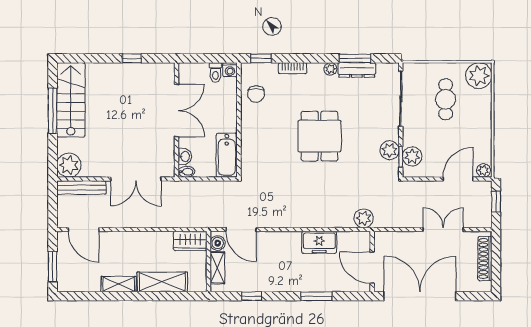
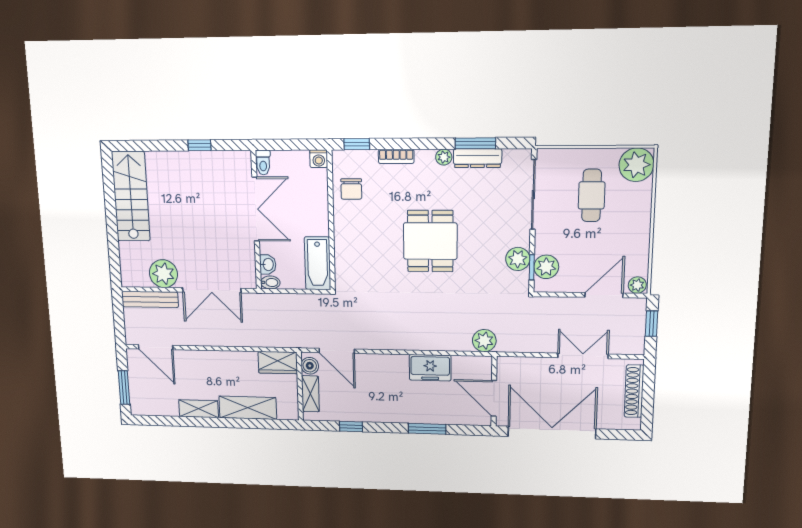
toilet: (215, 73) -> (263, 163), moved
window: (53, 111) -> (111, 209), removed
plant: (69, 165) -> (163, 274), moved

